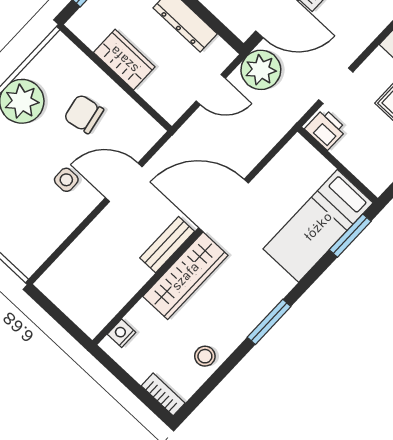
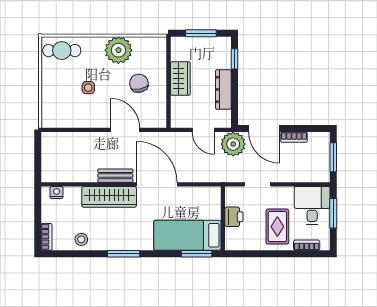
printer: (326, 129) -> (234, 217), moved
side table: (66, 180) -> (88, 88), moved

